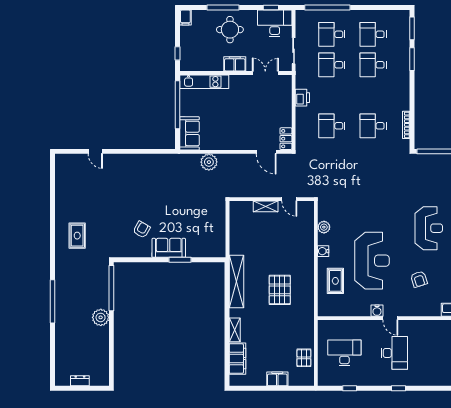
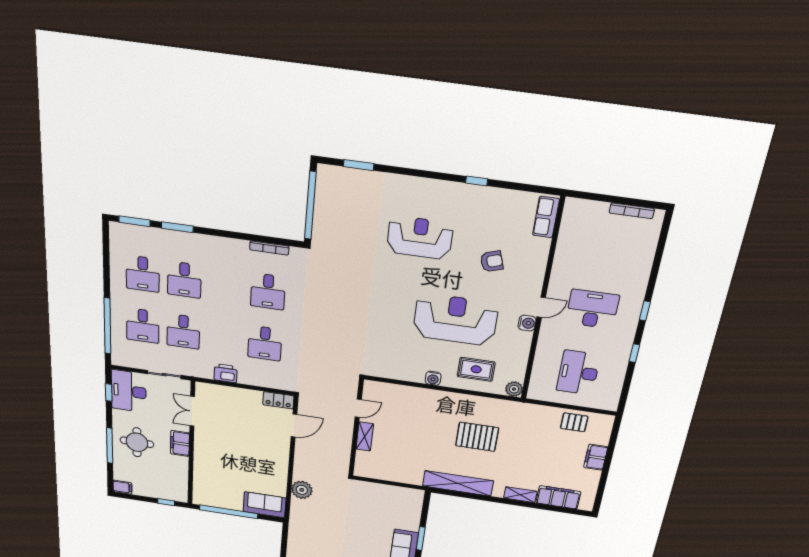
kitchen unit: (204, 82) -> (201, 480), removed
plant: (324, 227) -> (514, 389), moved
window: (350, 388) -> (634, 353), moved

